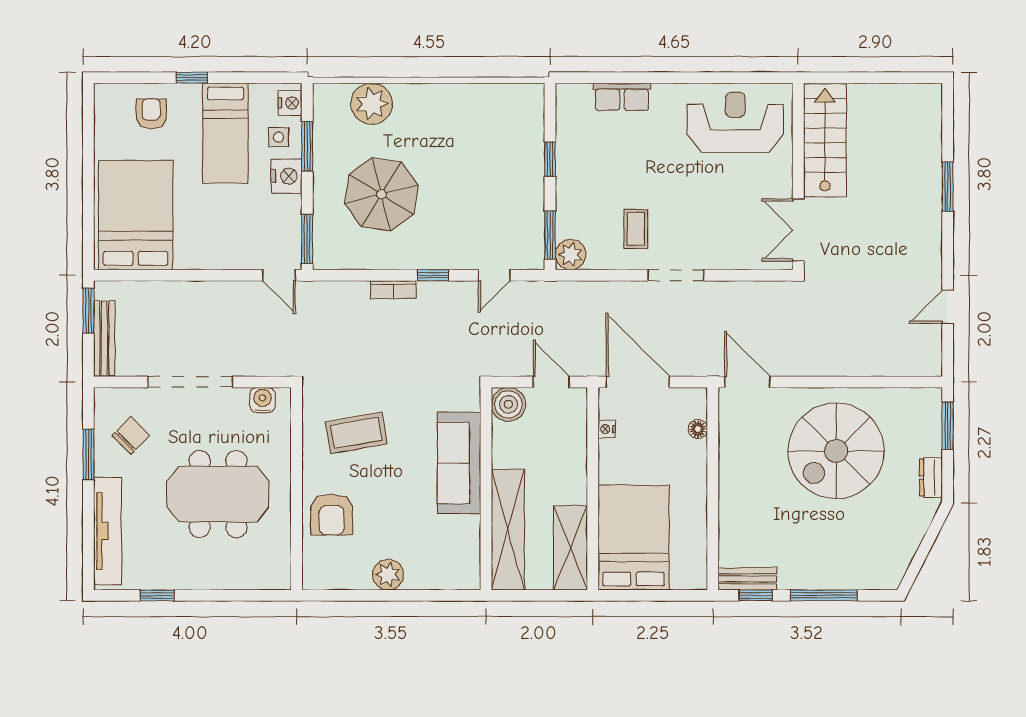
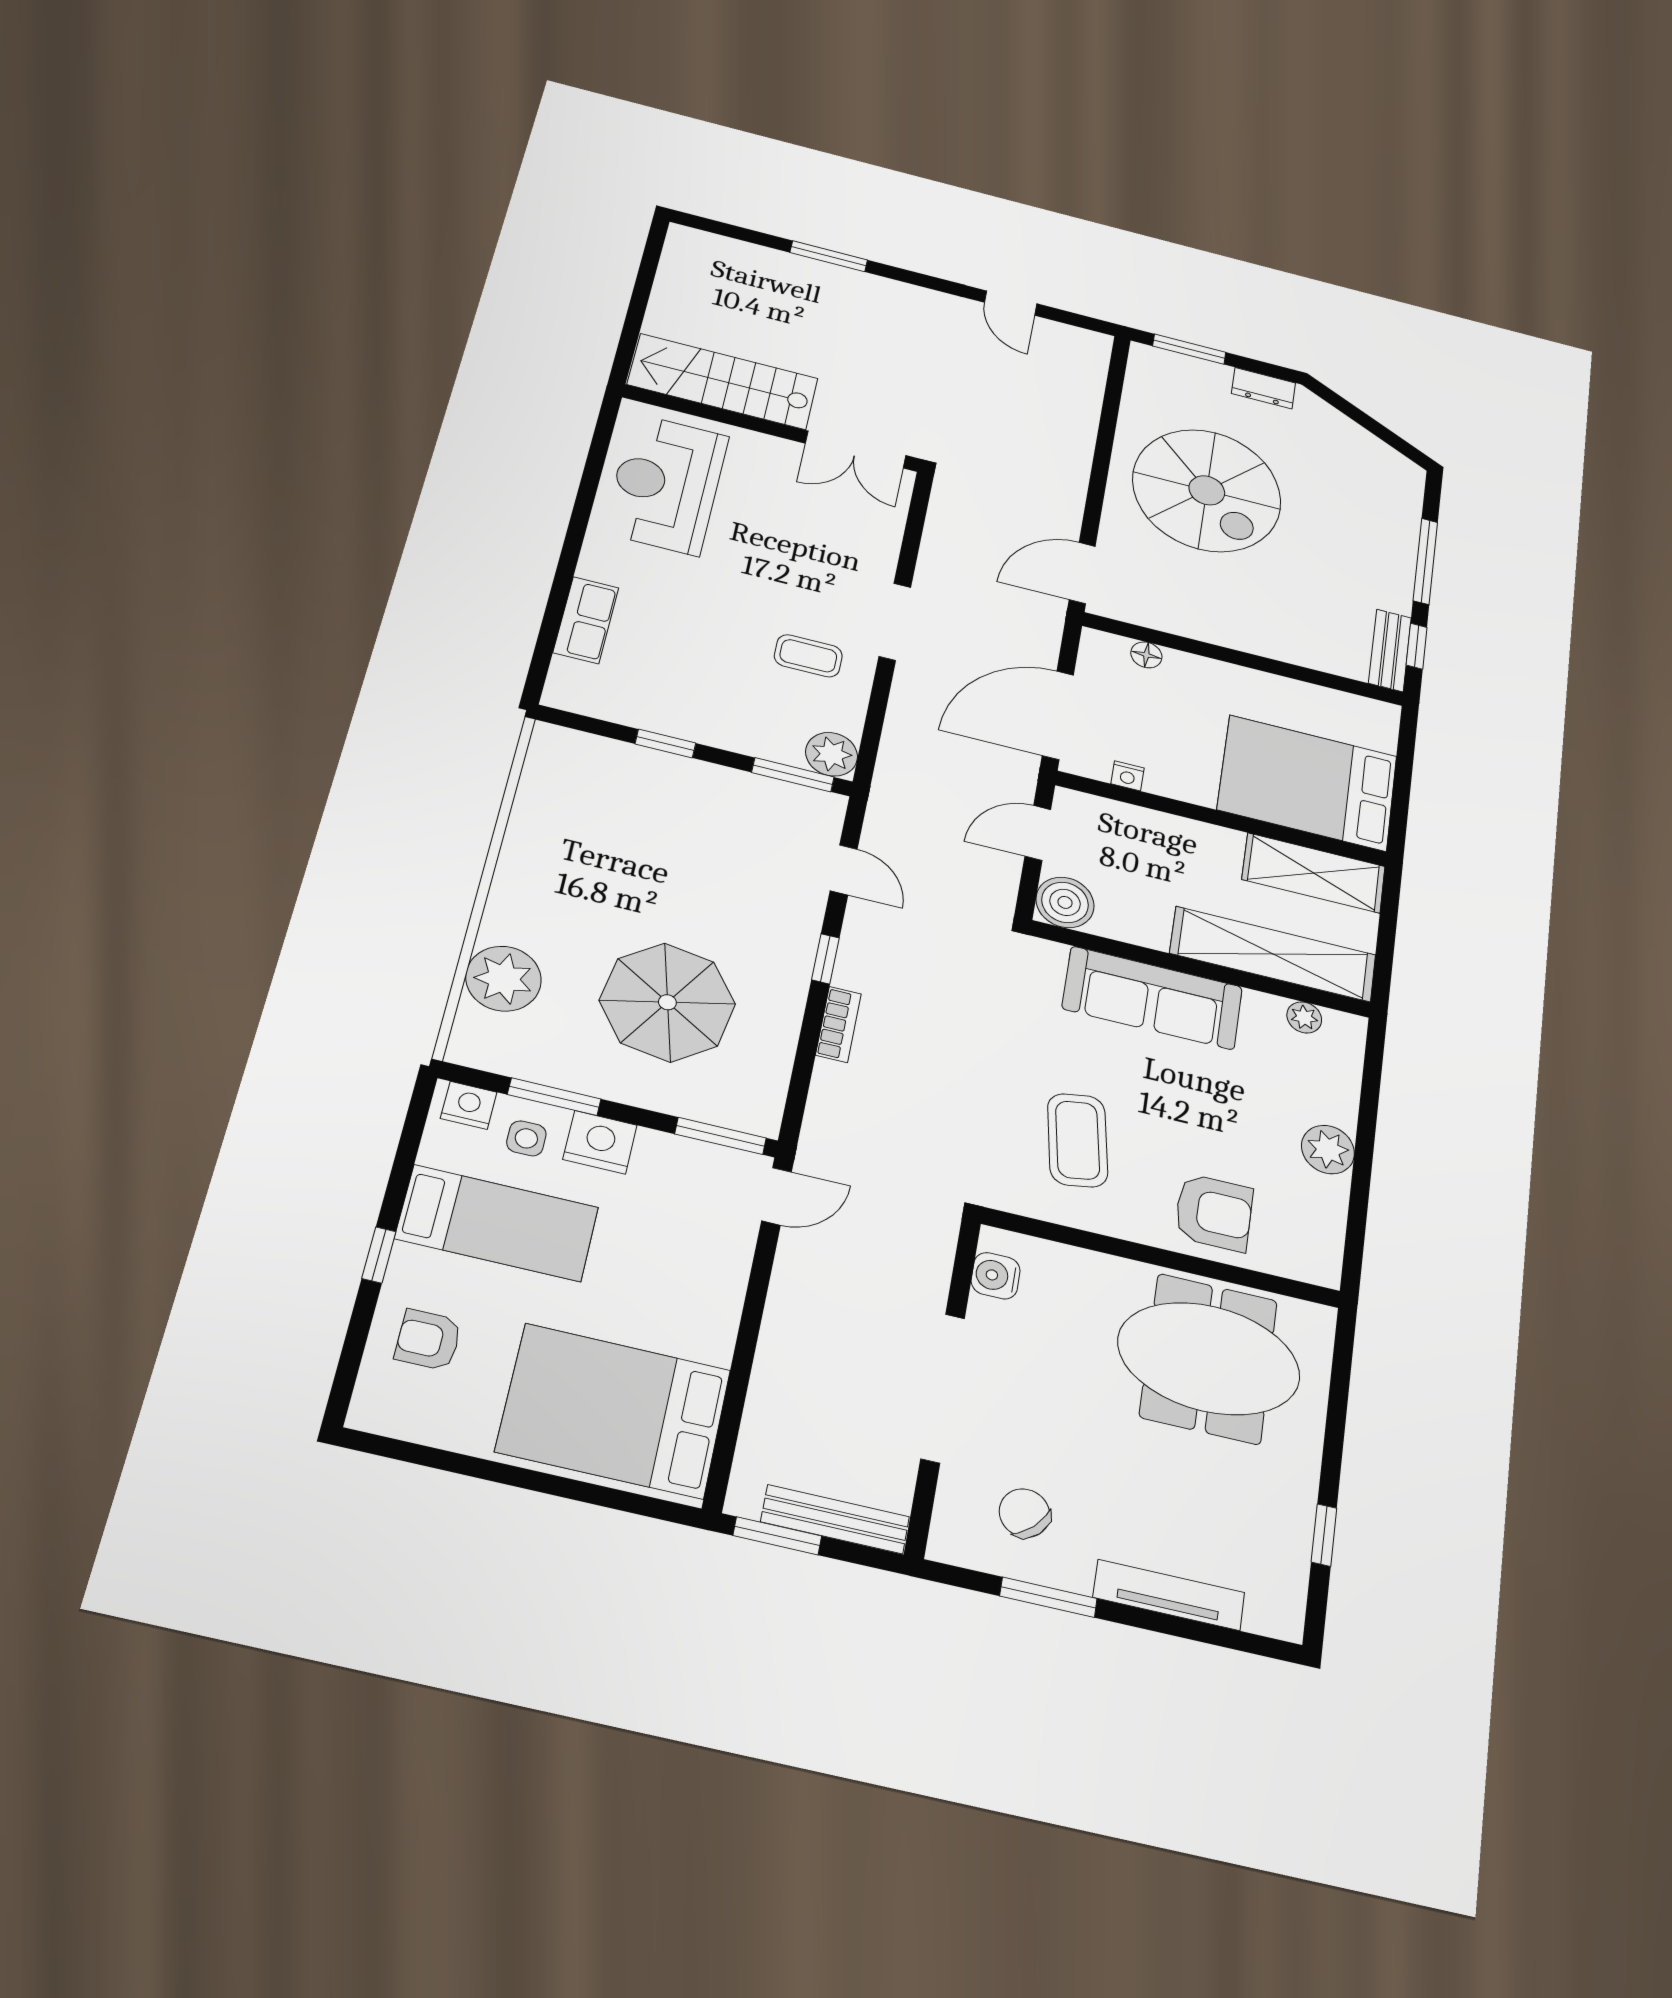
meeting table: (218, 494) -> (1209, 1358), moved, turned 90
tv unit: (107, 531) -> (1169, 1595), width x0.73, depth x0.78
plant: (470, 552) -> (1304, 1017), added

